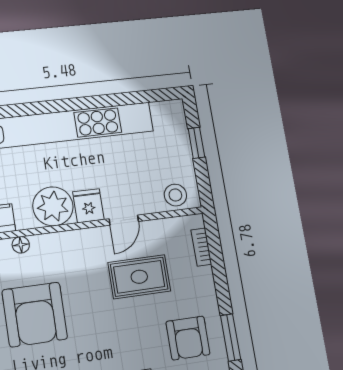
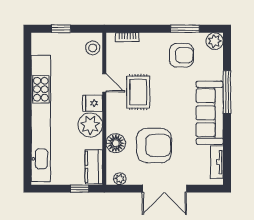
floor lamp: (21, 245) -> (116, 143), width x1.89, depth x1.89
rug: (139, 277) -> (138, 92), moved

